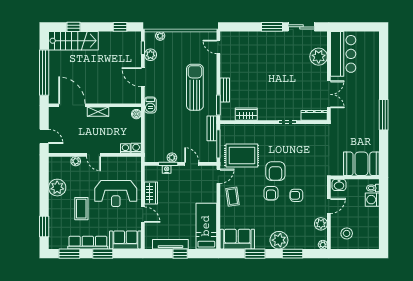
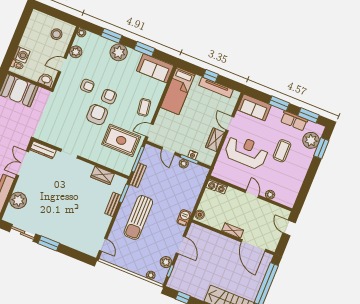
plant: (57, 188) -> (311, 140), moved
row of seats: (88, 243) -> (294, 121), width x0.68

